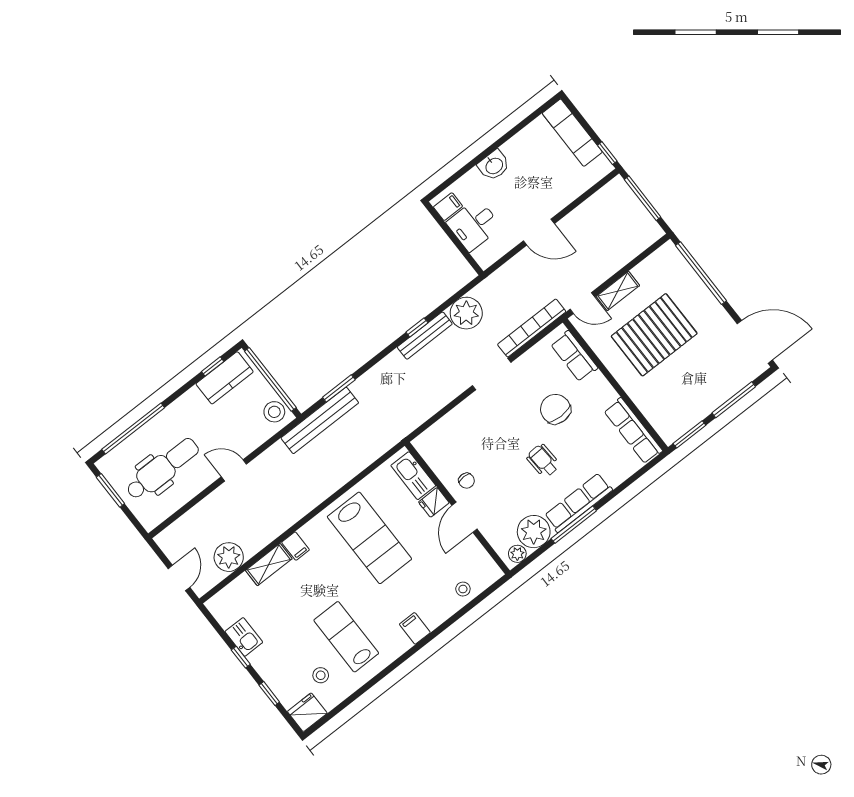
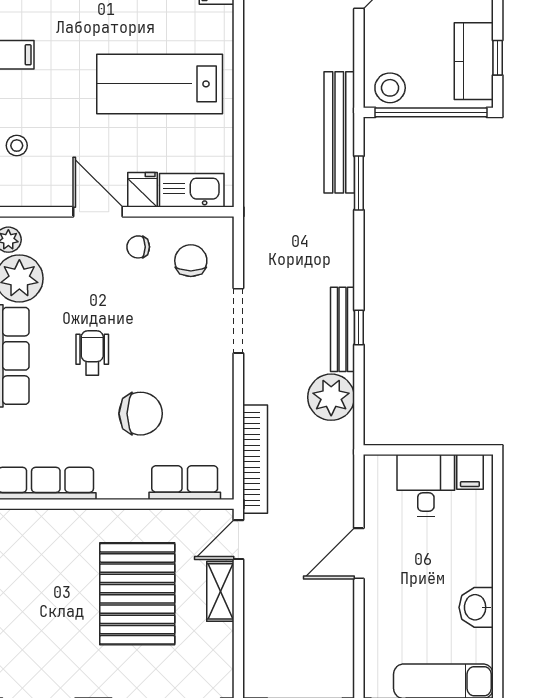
washbasin: (494, 165) -> (476, 607), moved
doorway: (492, 374) -> (238, 321), moved
chair: (452, 446) -> (191, 261), added
wheelchair: (543, 461) -> (92, 353), turned -87

